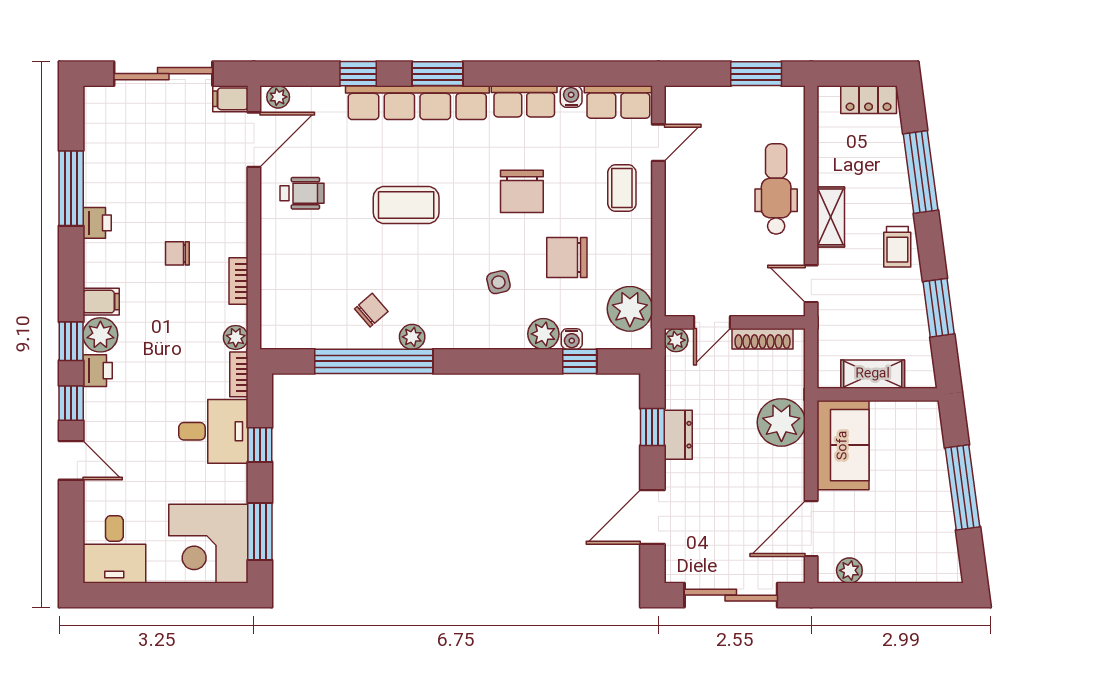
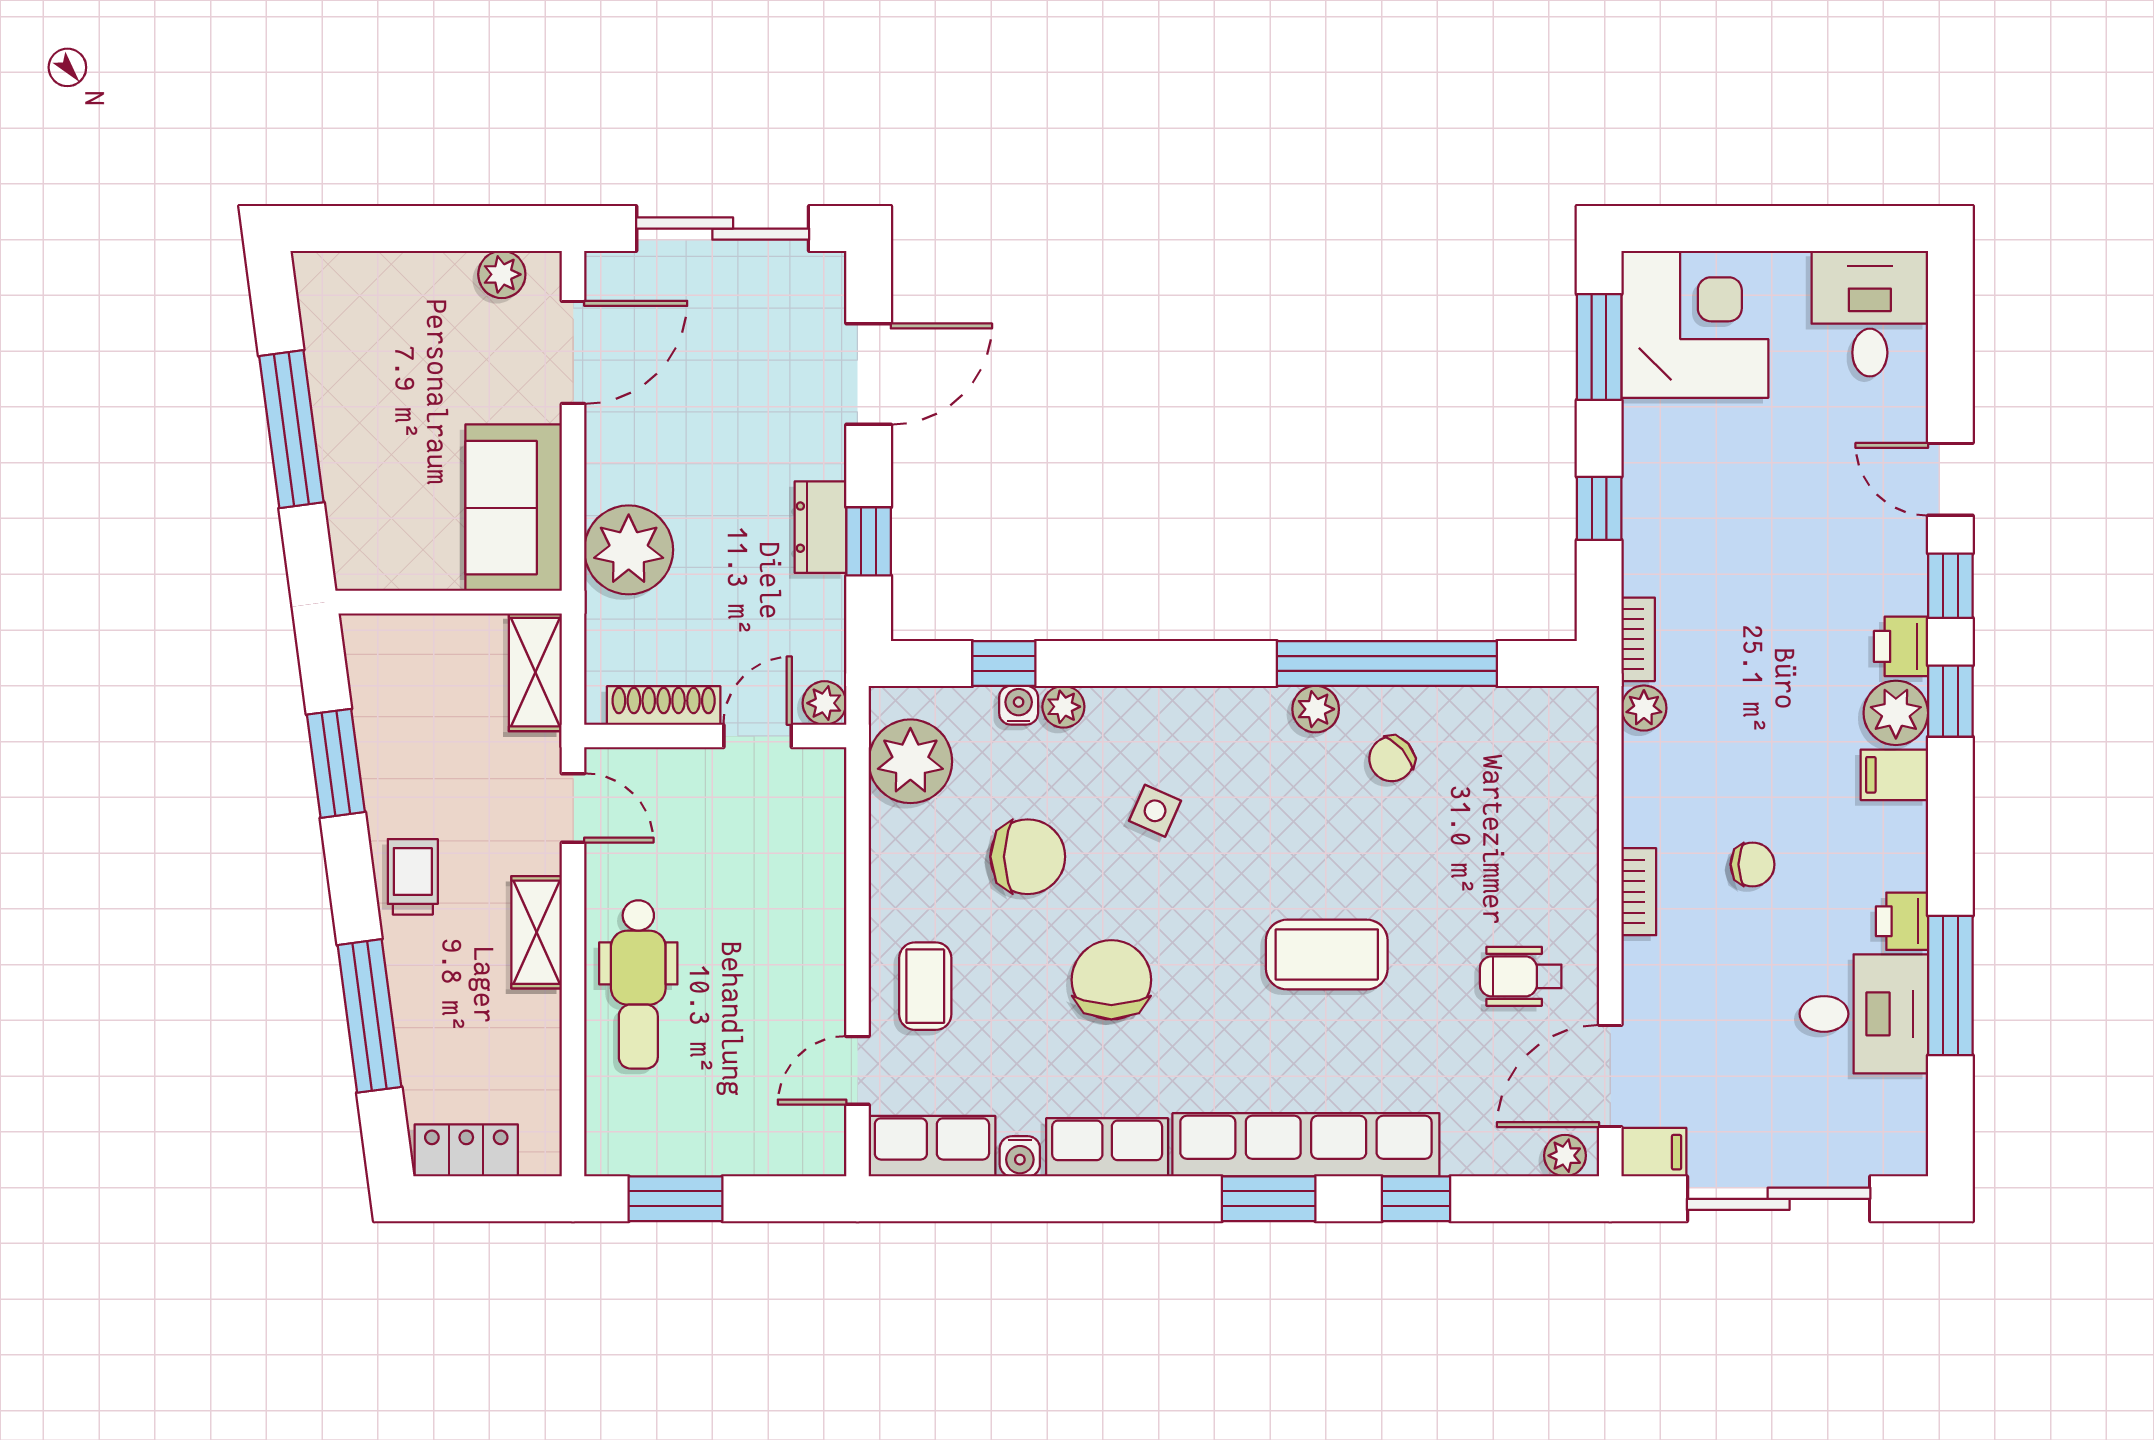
bookcase: (238, 281) -> (1639, 892), moved
side table: (498, 282) -> (1155, 811), turned 37
plant: (543, 334) -> (1063, 707), width x0.73, depth x0.73
shelving: (873, 374) -> (535, 672), moved, turned 90
desk: (213, 431) -> (1864, 1014), moved, turned 180

